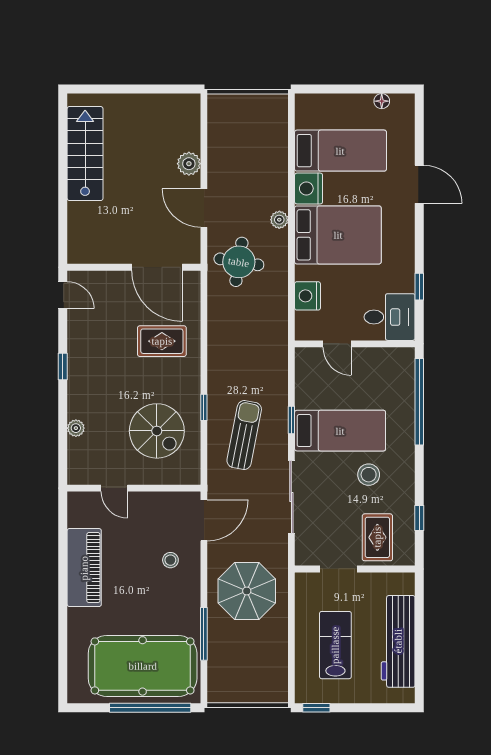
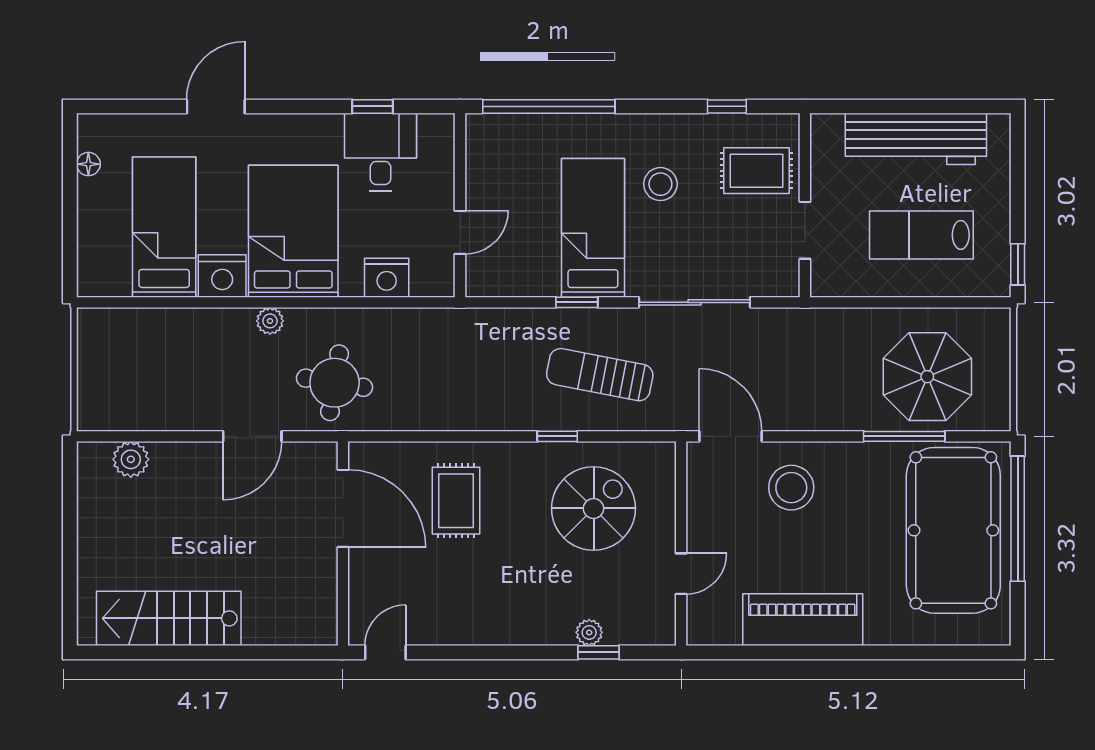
plant: (189, 164) -> (131, 459), moved
door: (157, 267) -> (343, 508), hinge flipped
desk: (390, 317) -> (381, 152), moved
window: (63, 366) -> (599, 652), moved
stool: (170, 560) -> (791, 488), width x1.89, depth x1.89
parasol: (247, 591) -> (927, 377), moved

